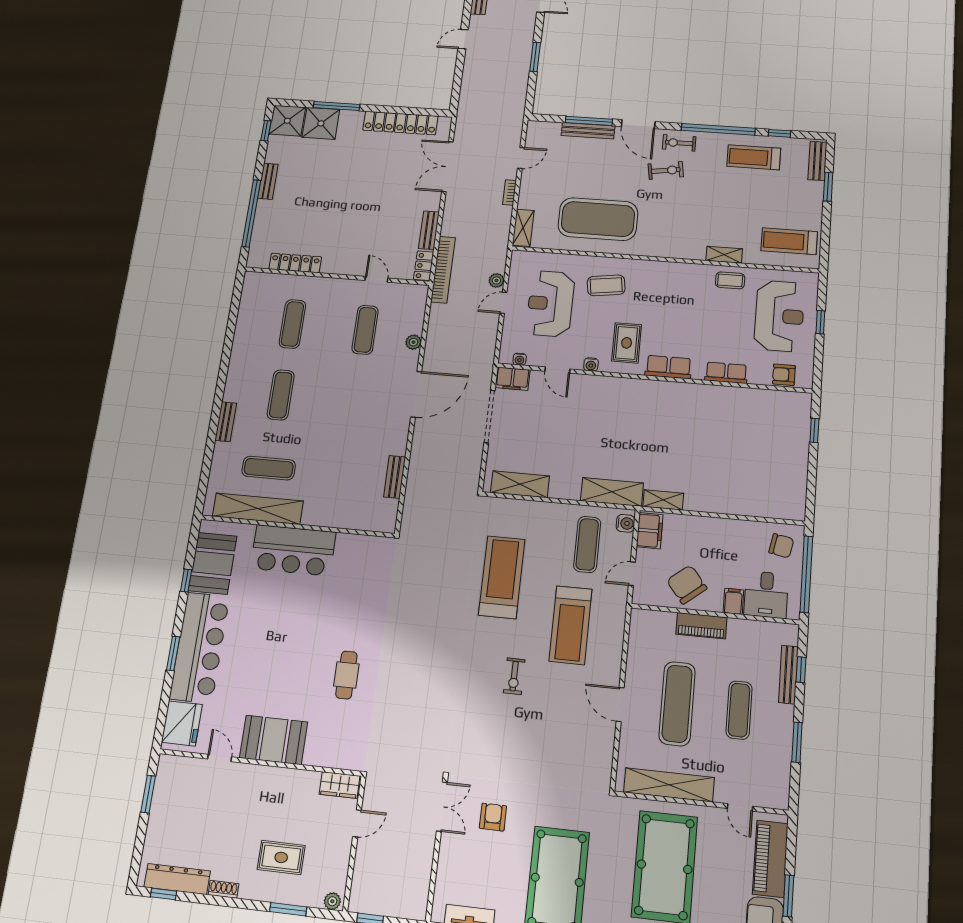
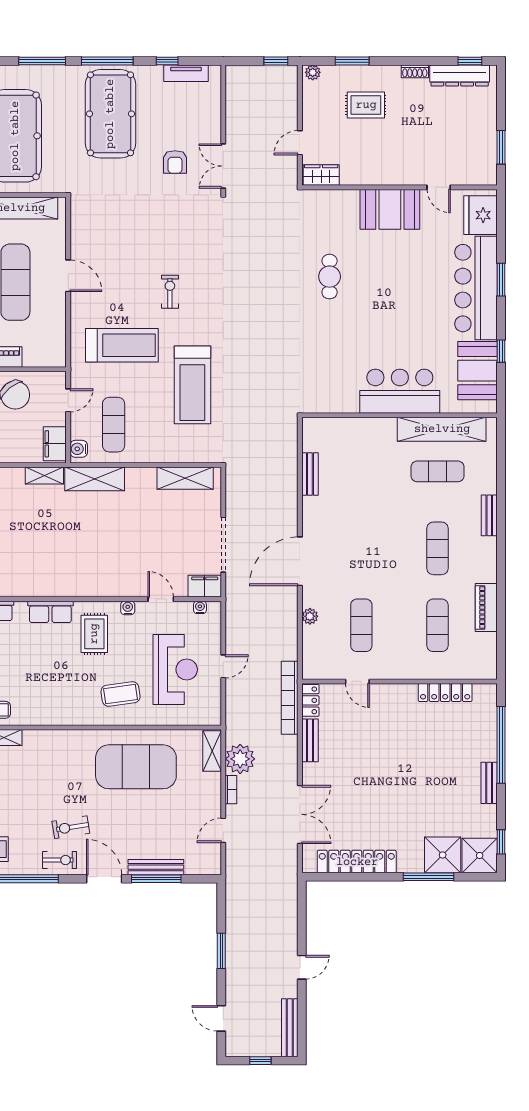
plant: (496, 280) -> (240, 759), moved, width x1.88, depth x1.88
piano: (243, 336) -> (486, 607), added
treadmill: (570, 625) -> (122, 345), turned 90

